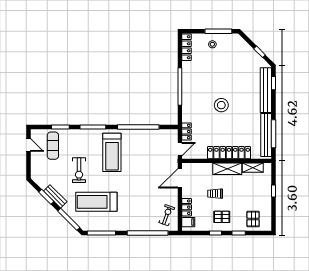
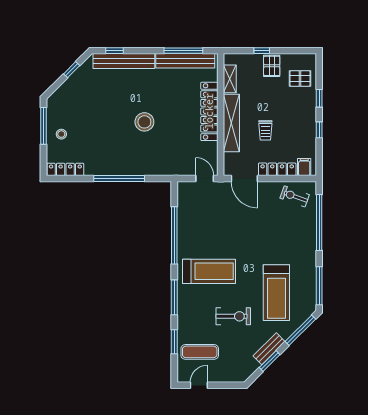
locker: (187, 132) -> (180, 169), removed
shelving: (227, 169) -> (231, 123), width x1.47
locker: (187, 207) -> (277, 169), width x1.53
pallet: (222, 217) -> (272, 66), moved

